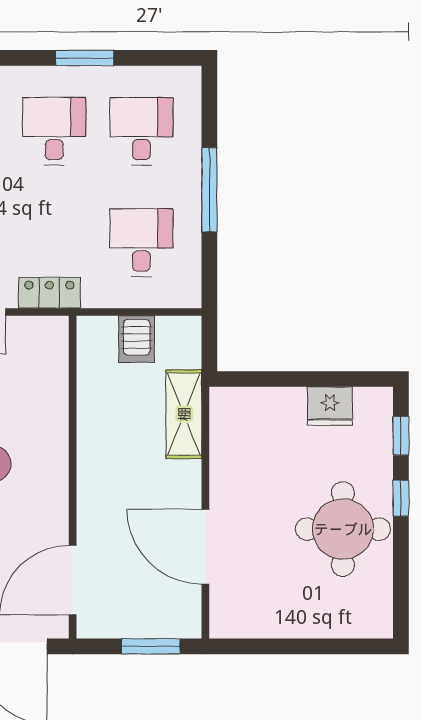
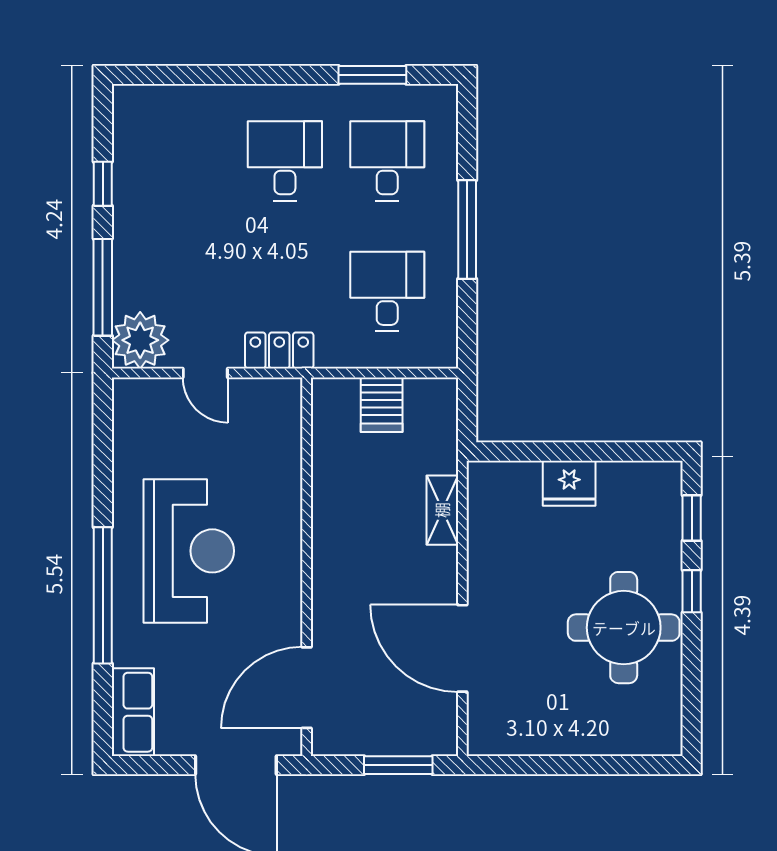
window: (85, 58) -> (372, 75), moved
fridge: (330, 406) -> (569, 483), moved
shelving: (184, 414) -> (442, 510), width x0.67, depth x0.75

